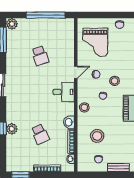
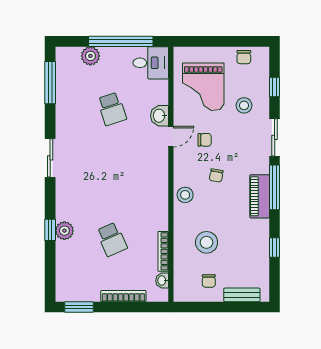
plant: (12, 24) -> (90, 56), moved
stool: (115, 81) -> (244, 105), moved
desk: (64, 92) -> (151, 63), moved
washbasin: (69, 122) -> (159, 116), moved

